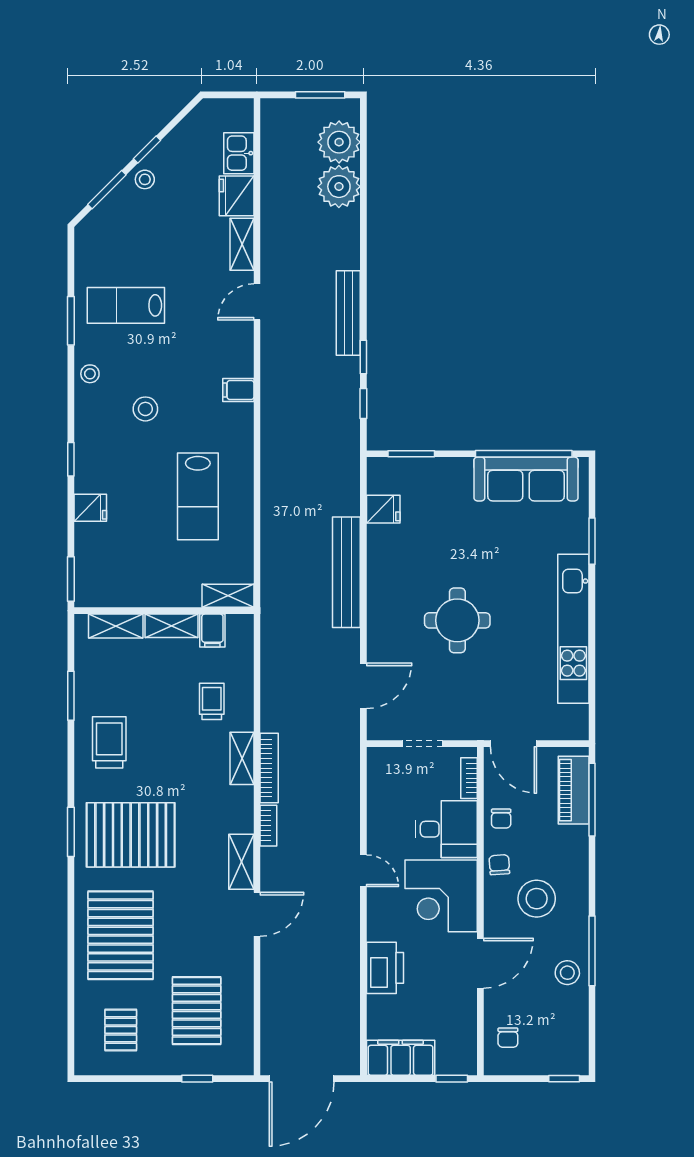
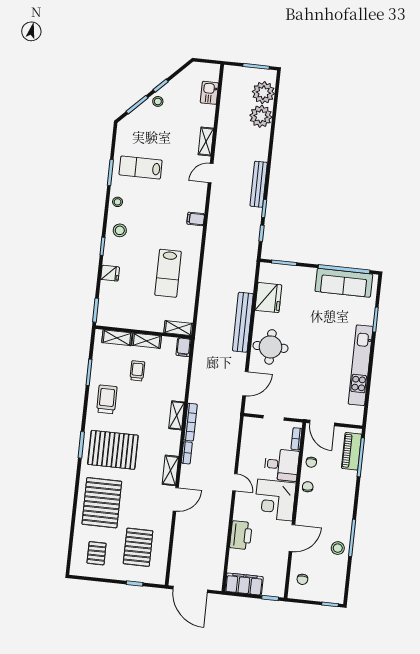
fridge: (237, 196) -> (206, 115), removed
stool: (145, 409) -> (120, 230), moved
fridge: (383, 509) -> (268, 298), width x1.88, depth x1.34
round table: (457, 620) -> (271, 347), moved
filing cabinet: (212, 631) -> (184, 347), moved
trolley: (212, 701) -> (137, 371), moved
stool: (537, 899) -> (326, 507), removed
door: (302, 1079) -> (190, 589), hinge flipped

